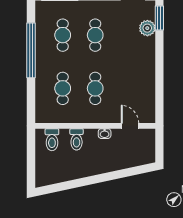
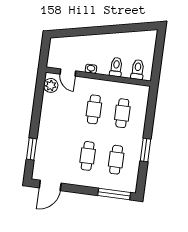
window: (159, 18) -> (32, 149), moved
plant: (147, 28) -> (51, 85), moved
window: (31, 50) -> (145, 150), width x0.47

